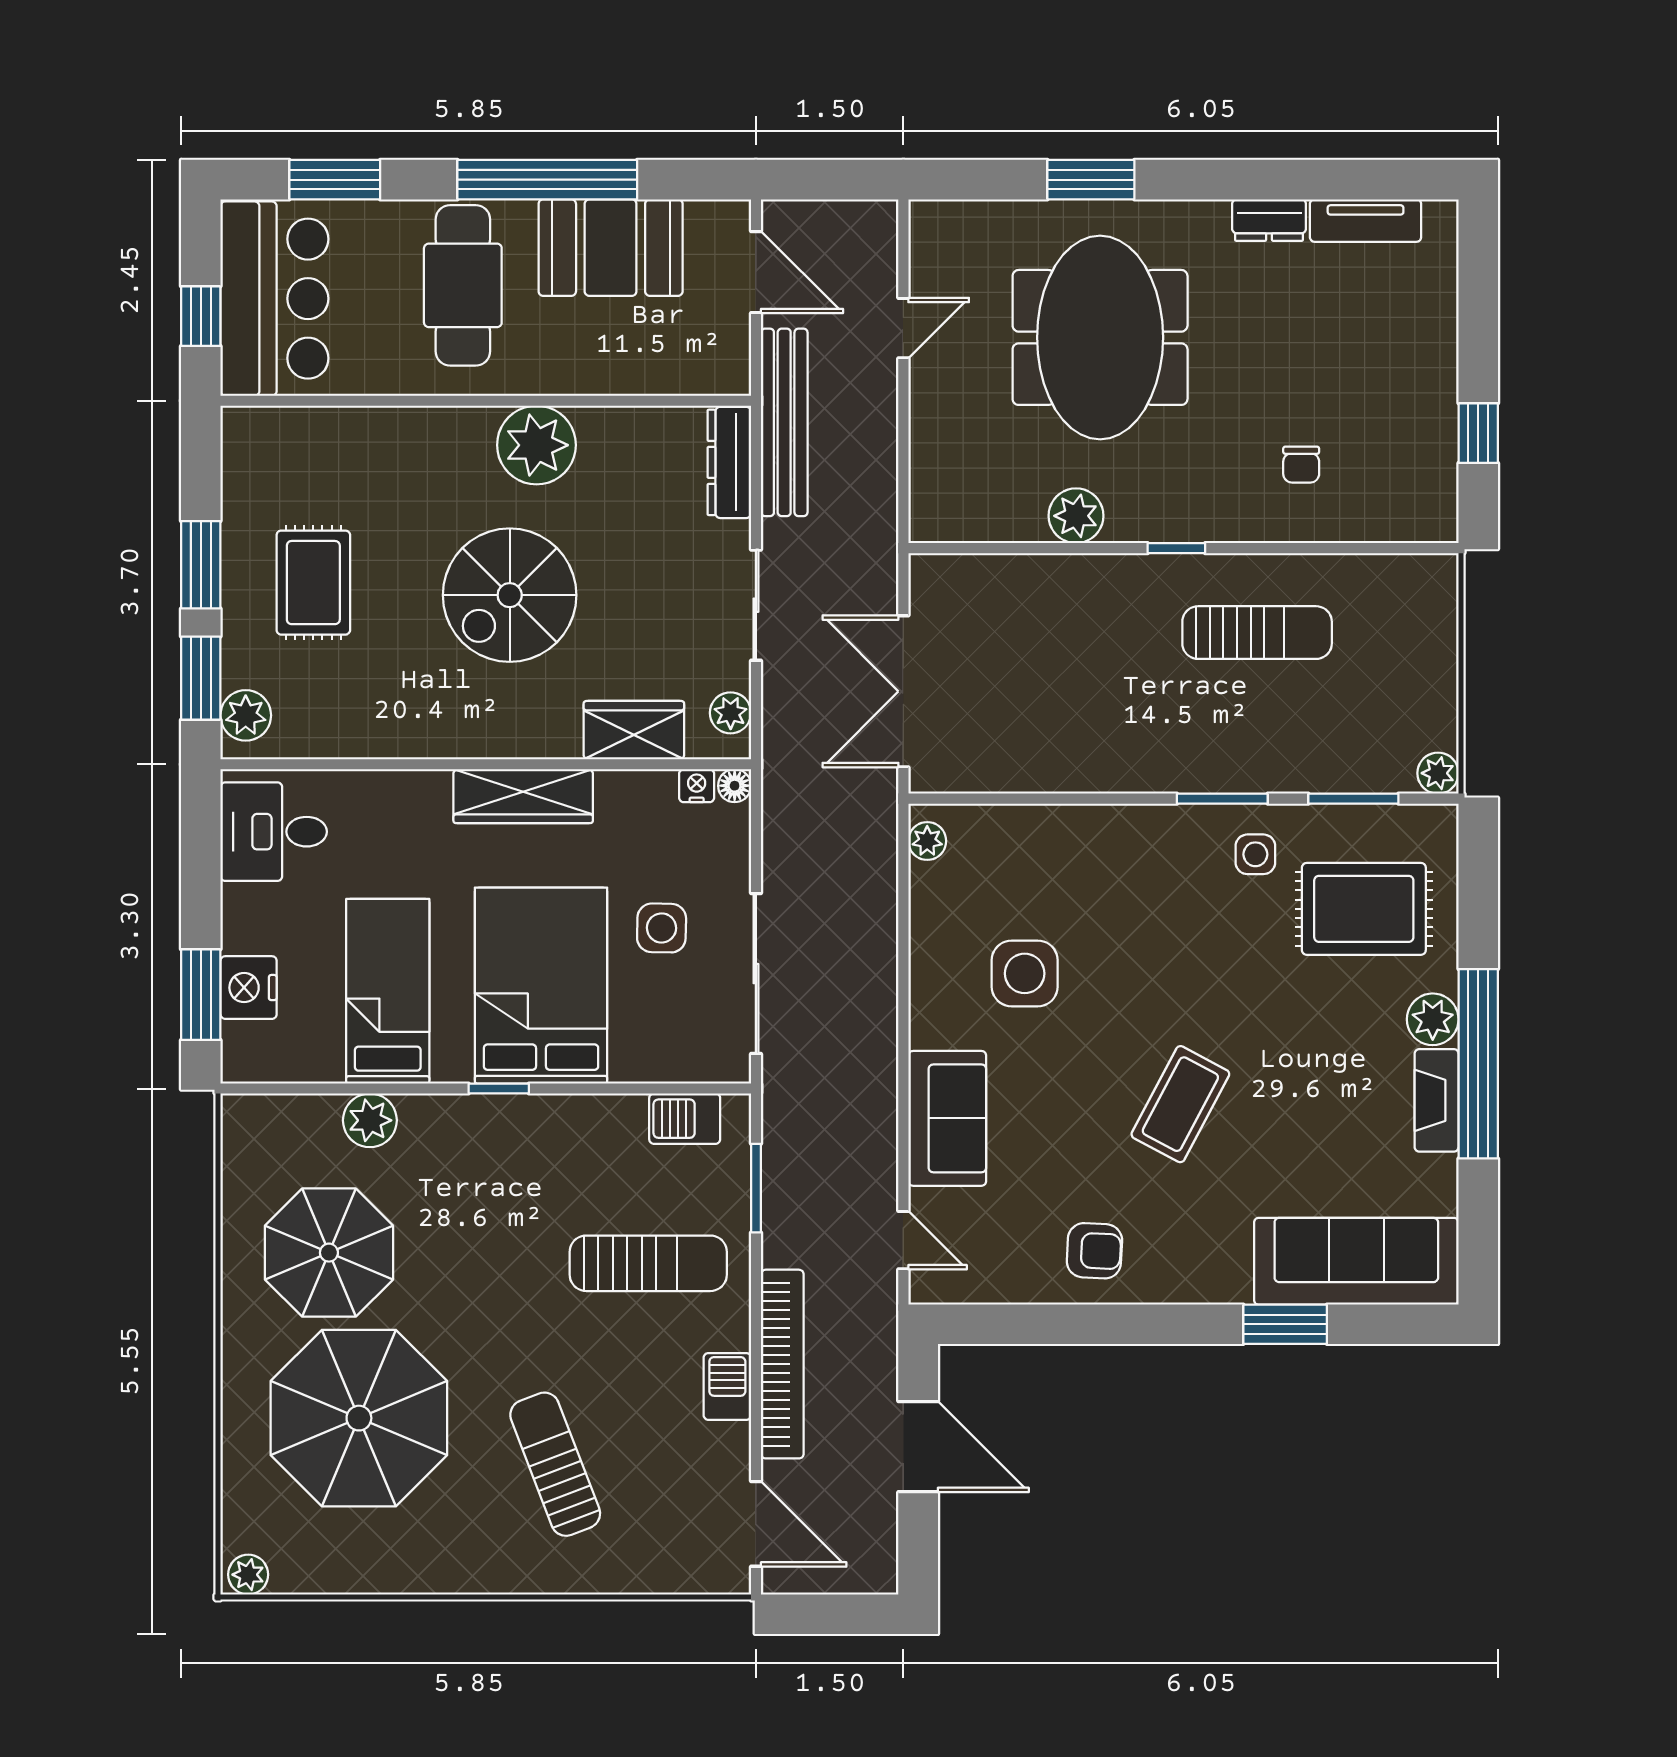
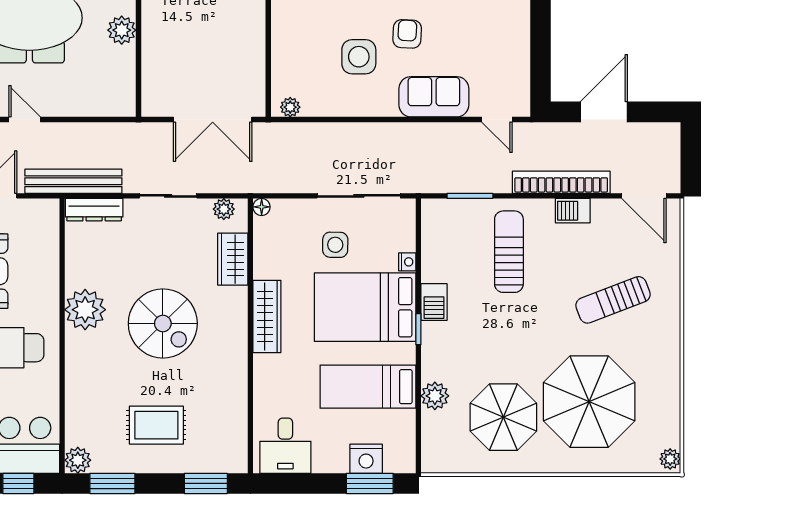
window: (201, 565) -> (112, 483), moved
plant: (246, 715) -> (78, 460), moved
nightstand: (697, 786) -> (407, 262), moved, turned 180
barbecue: (685, 1119) -> (434, 302), moved
door: (903, 1240) -> (497, 120), swing flipped
armchair: (1094, 1251) -> (407, 34), moved
door: (756, 1524) -> (644, 196), swing flipped

